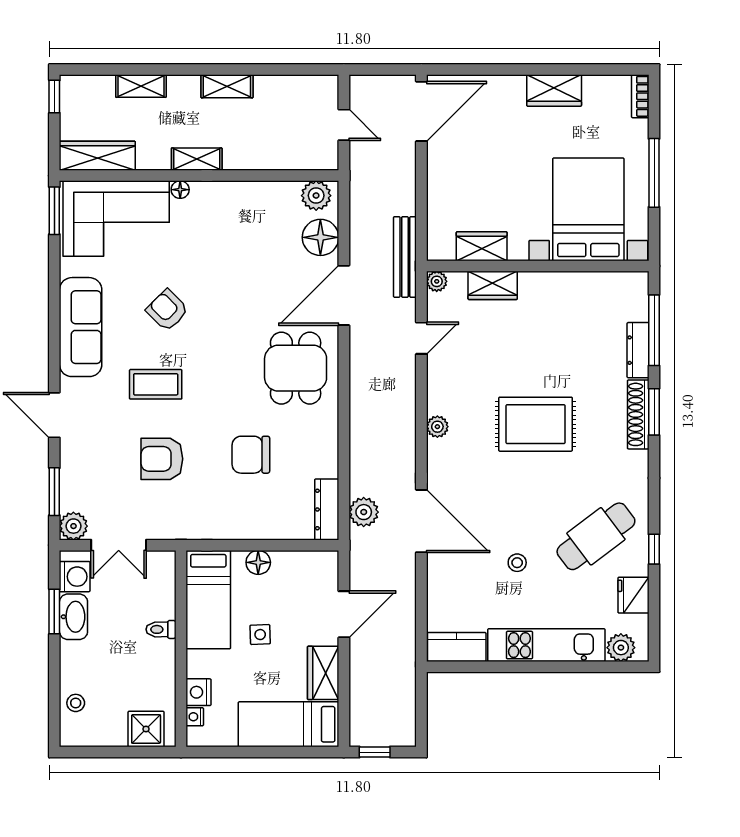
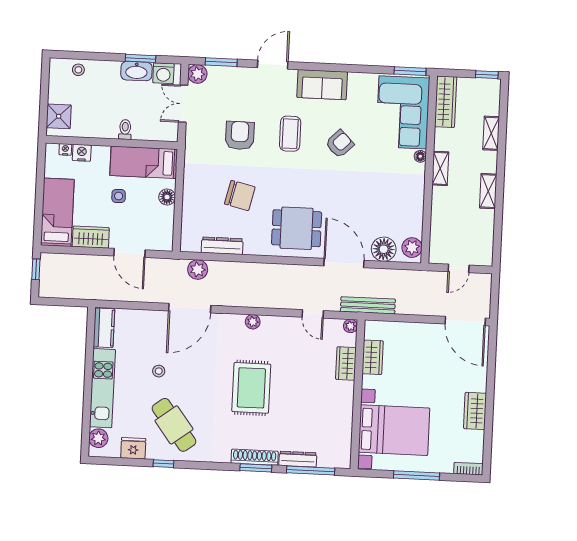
sofa: (81, 327) -> (322, 85), width x0.73
chair: (251, 455) -> (240, 195), turned 103
dresser: (327, 509) -> (222, 246), moved

